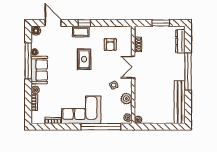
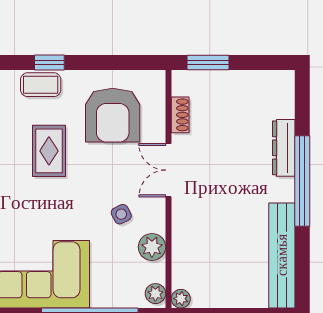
window: (161, 23) -> (208, 62), moved
dresser: (180, 41) -> (284, 148), moved
armchair: (110, 45) -> (113, 115), width x1.88, depth x1.88

